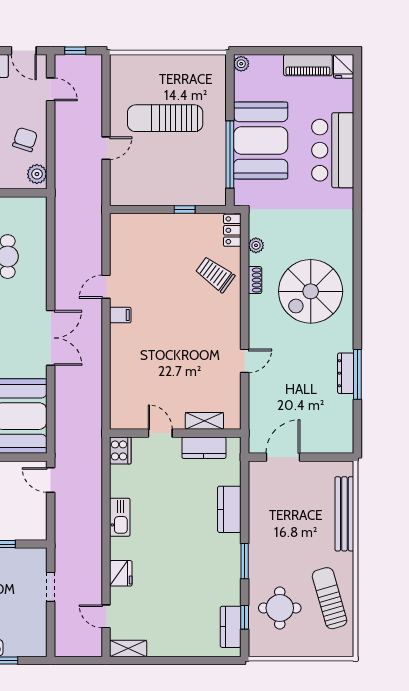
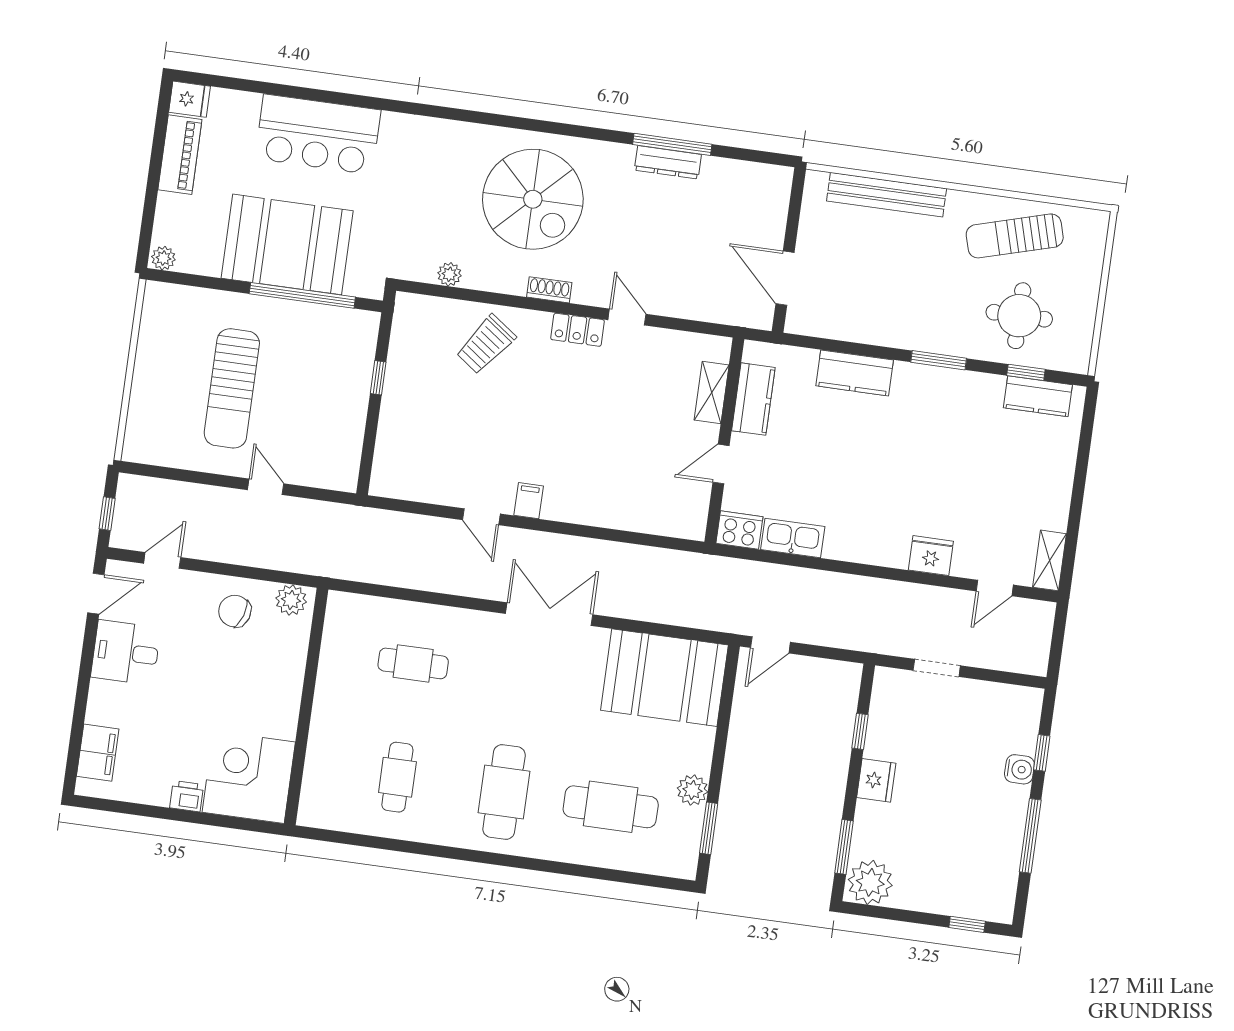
locker: (232, 230) -> (578, 330), moved
shoe rack: (255, 280) -> (549, 290), moved
kitchen sink: (120, 517) -> (793, 538), moved

